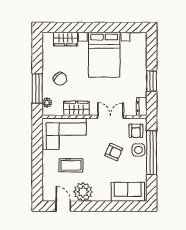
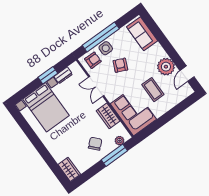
wardrobe: (66, 39) -> (69, 169), moved
bed with nightstands: (104, 55) -> (46, 107), moved, turned 90
dresser: (142, 106) -> (63, 75), moved

